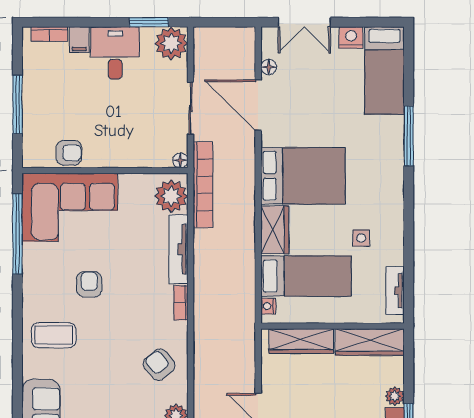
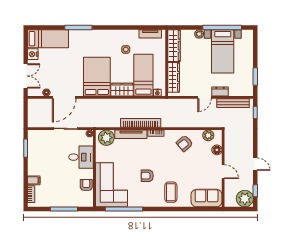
plant: (171, 43) -> (35, 138), removed
desk: (115, 53) -> (81, 157), moved, turned 180
bookcase: (203, 185) -> (141, 123), moved

